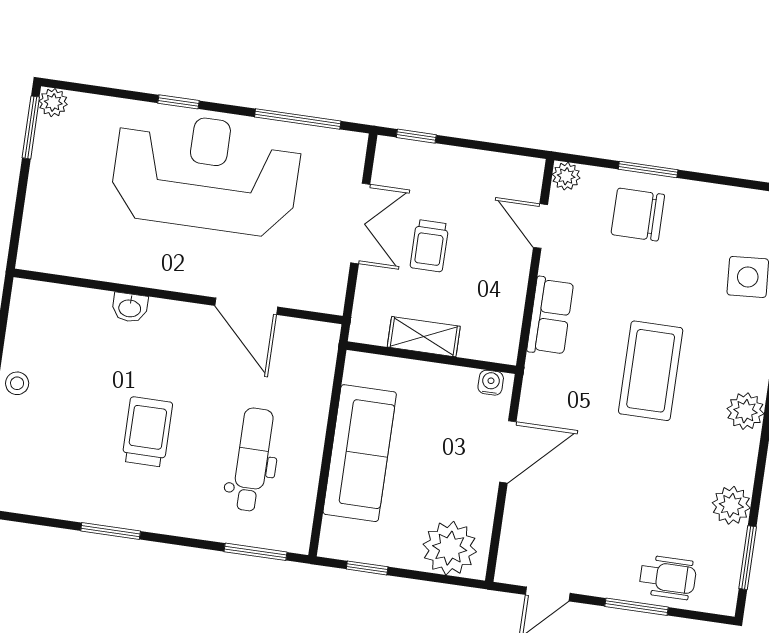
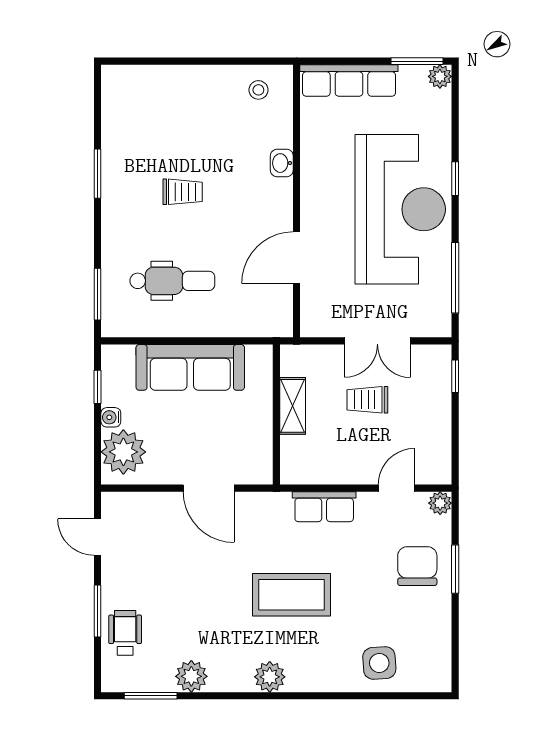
row of seats: (42, 213) -> (349, 81), added
stool: (17, 383) -> (258, 90), moved
water cooler: (491, 383) -> (111, 417), moved, turned 180
trolley: (147, 432) -> (183, 192), width x0.73, depth x0.72
wheelchair: (668, 577) -> (125, 633), turned 180

